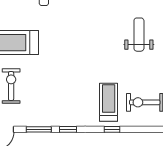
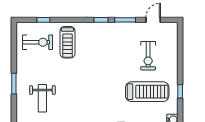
window: (112, 129) -> (43, 20), moved

